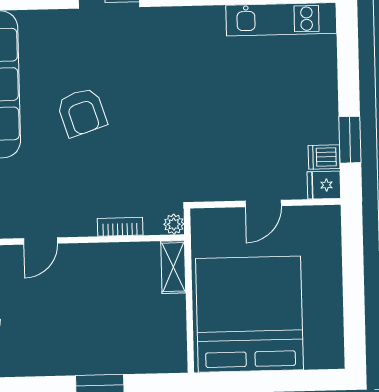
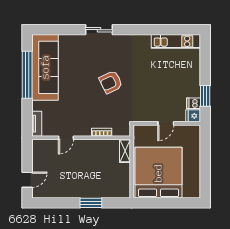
armchair: (82, 112) -> (111, 82), moved, turned 82
plant: (174, 224) -> (126, 132), removed

